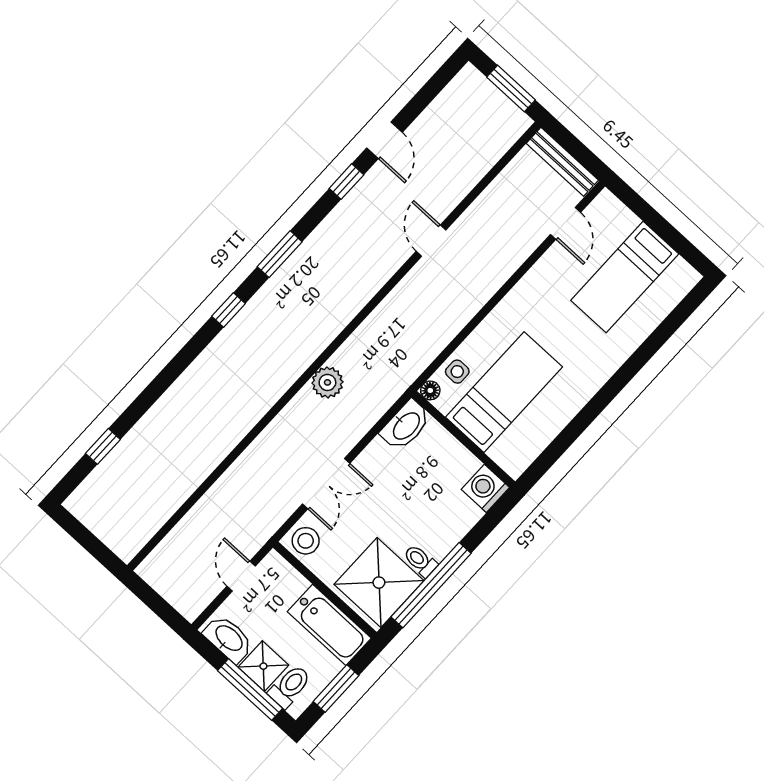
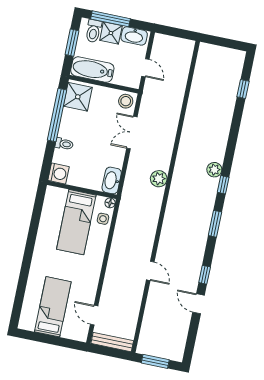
plant: (228, 343) -> (214, 170), added
toilet: (420, 561) -> (64, 144), moved
shower: (379, 583) -> (78, 97), width x0.73, depth x0.73

